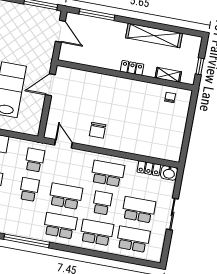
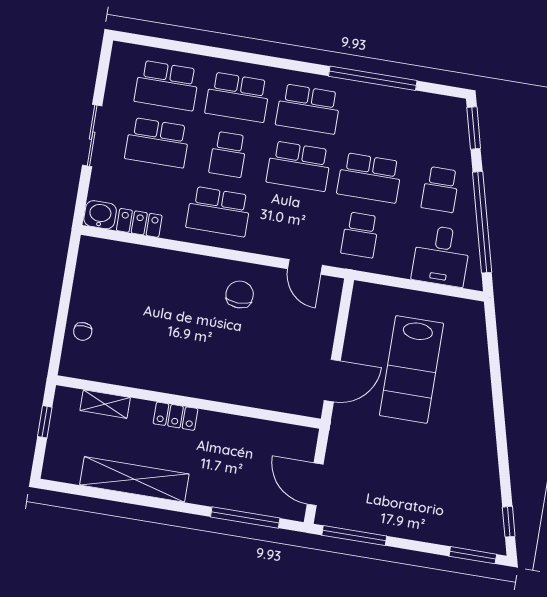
chair: (170, 97) -> (83, 331), moved
school desk: (29, 189) -> (370, 178), width x1.85

